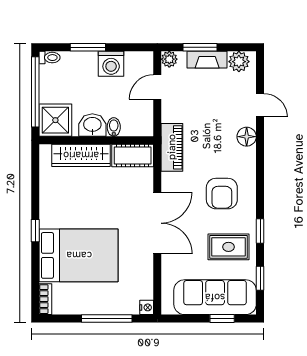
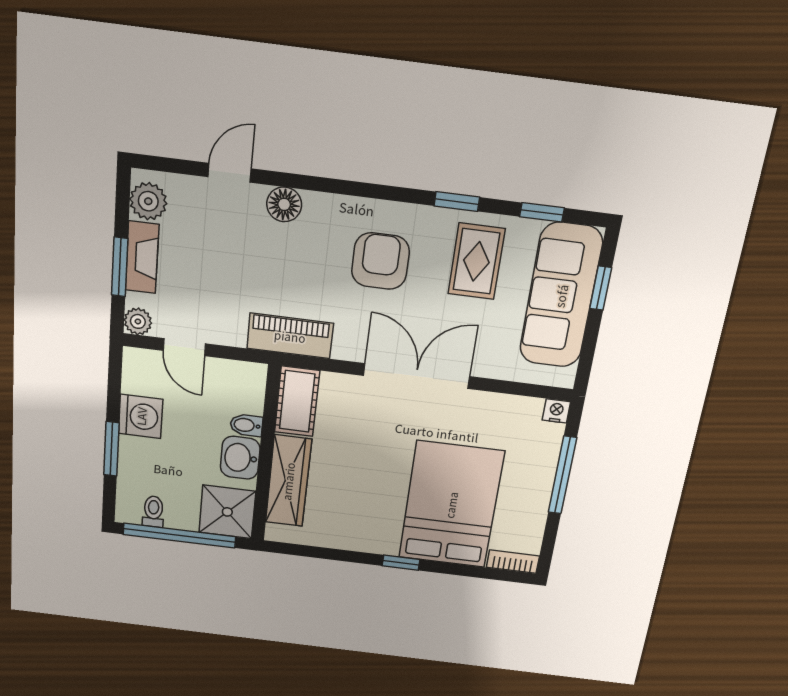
toilet: (50, 58) -> (153, 512), moved
armchair: (222, 194) -> (380, 261), turned -90

